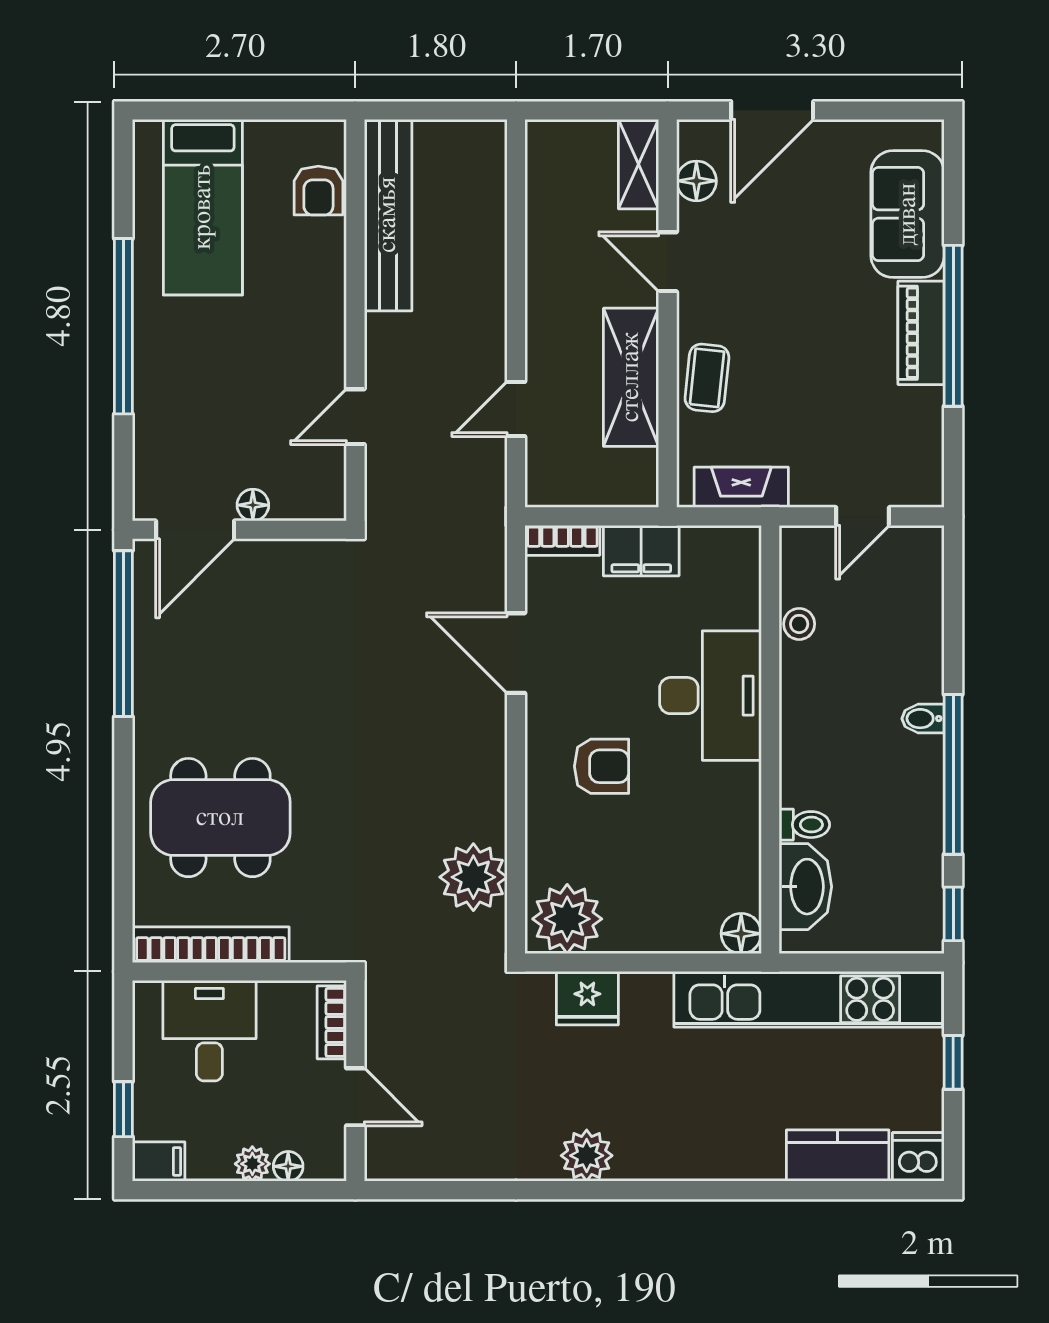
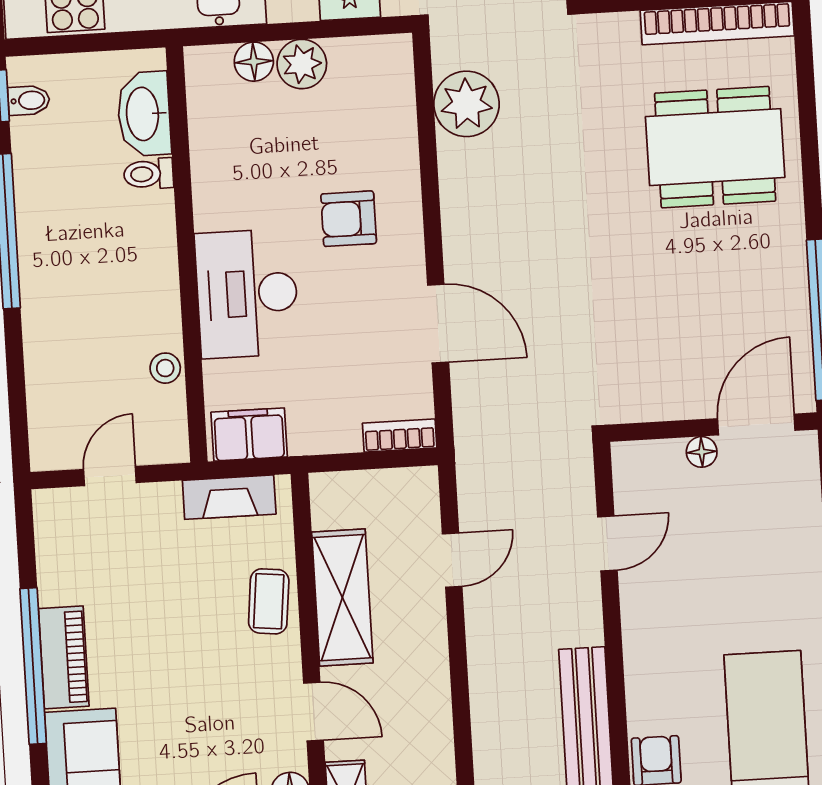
filing cabinet: (641, 551) -> (249, 434), moved
bidet: (923, 719) -> (29, 100), moved
plant: (567, 919) -> (302, 64), moved, width x0.73, depth x0.73
floor lamp: (741, 934) -> (254, 62), moved

